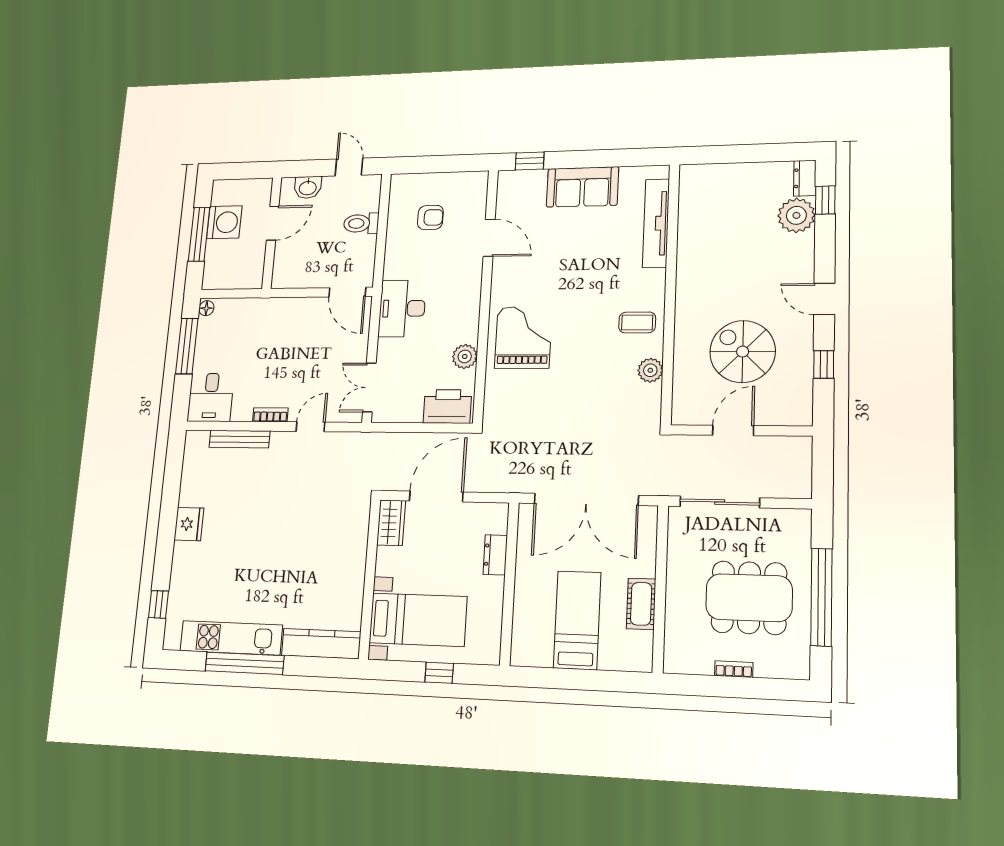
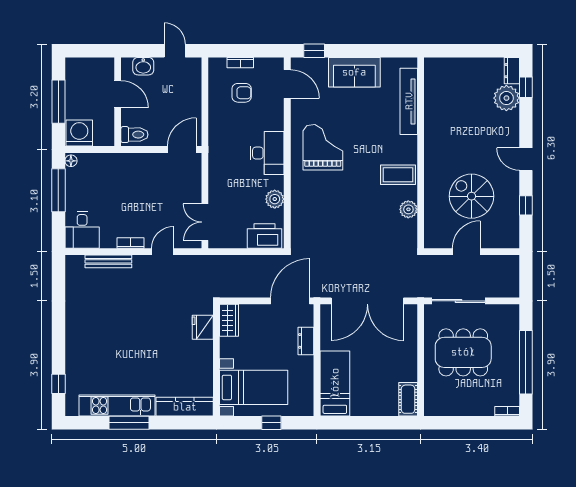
bookcase: (431, 179) -> (240, 63), added
washing machine: (224, 222) -> (79, 133), moved, turned -90
door: (273, 223) -> (118, 94), hinge flipped
toilet: (361, 223) -> (134, 135), moved, turned 180
door: (489, 238) -> (287, 84), moved
door: (347, 292) -> (182, 150), swing flipped
desk: (402, 308) -> (267, 153), moved, turned 180
coffee table: (637, 322) -> (398, 175), width x1.36, depth x1.30
grand piano: (523, 337) -> (323, 147), moved
door: (436, 496) -> (290, 301), moved
fridge: (189, 524) -> (203, 327), moved, turned 180
dining table: (749, 598) -> (463, 352), moved
cot: (641, 604) -> (408, 399), moved
bed: (577, 620) -> (335, 383), moved
window: (245, 663) -> (129, 423), width x0.68
bookcase: (734, 669) -> (507, 411), moved

